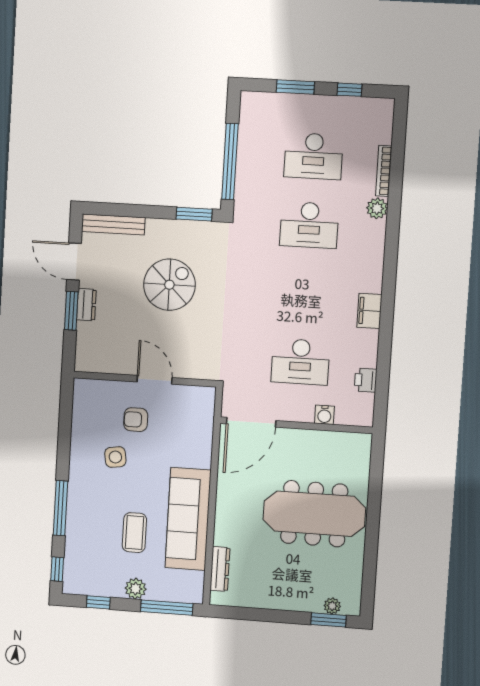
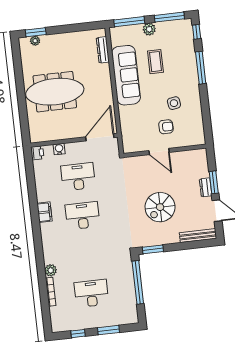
desk: (309, 225) -> (83, 216), moved
printer: (366, 380) -> (37, 153), moved
window: (98, 602) -> (169, 17), width x2.17

